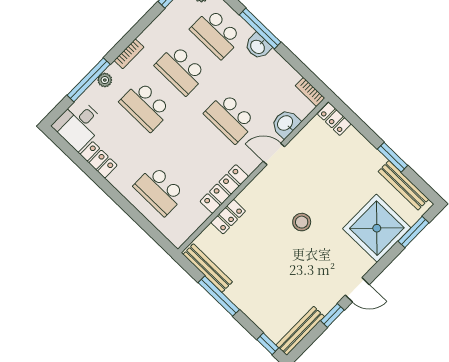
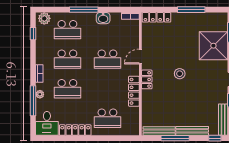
washbasin: (258, 46) -> (103, 18), moved
locker: (334, 119) -> (156, 17), width x1.53
washbasin: (286, 123) -> (133, 39), removed
window: (393, 157) -> (191, 10), width x1.44
locker: (99, 160) -> (75, 130), width x1.53
bench: (404, 185) -> (192, 131), moved
locker: (228, 217) -> (147, 79), moved

